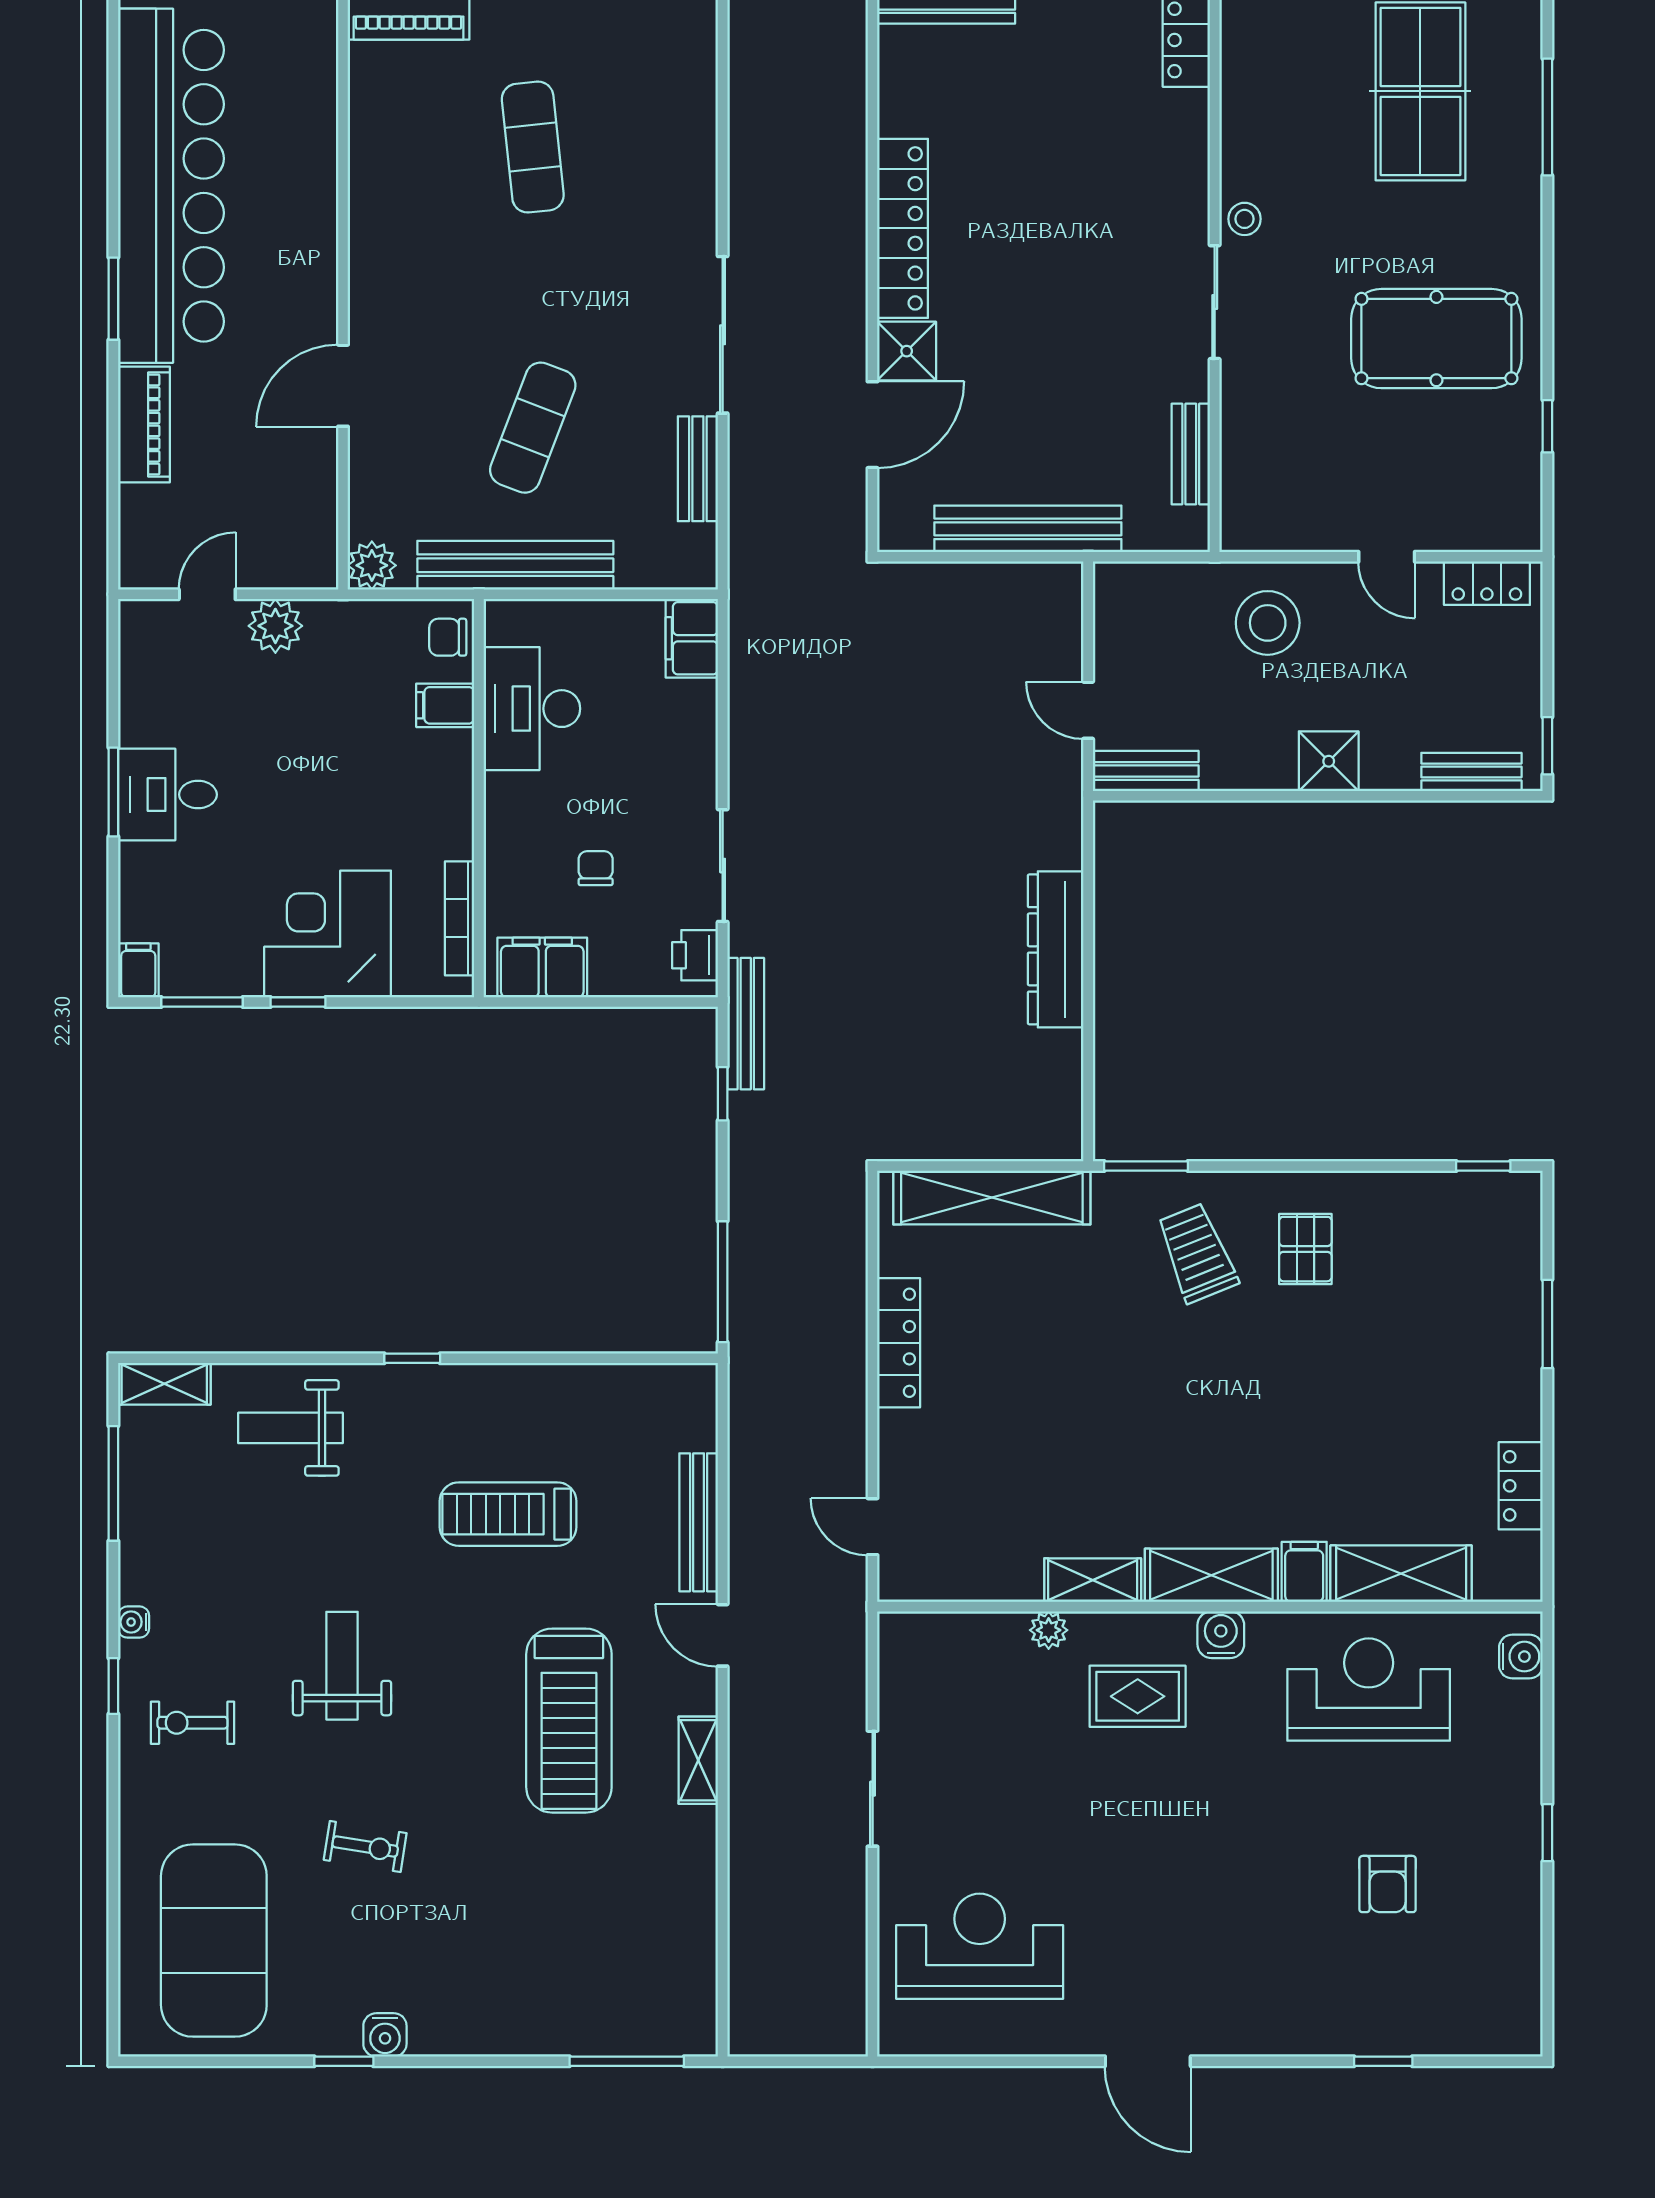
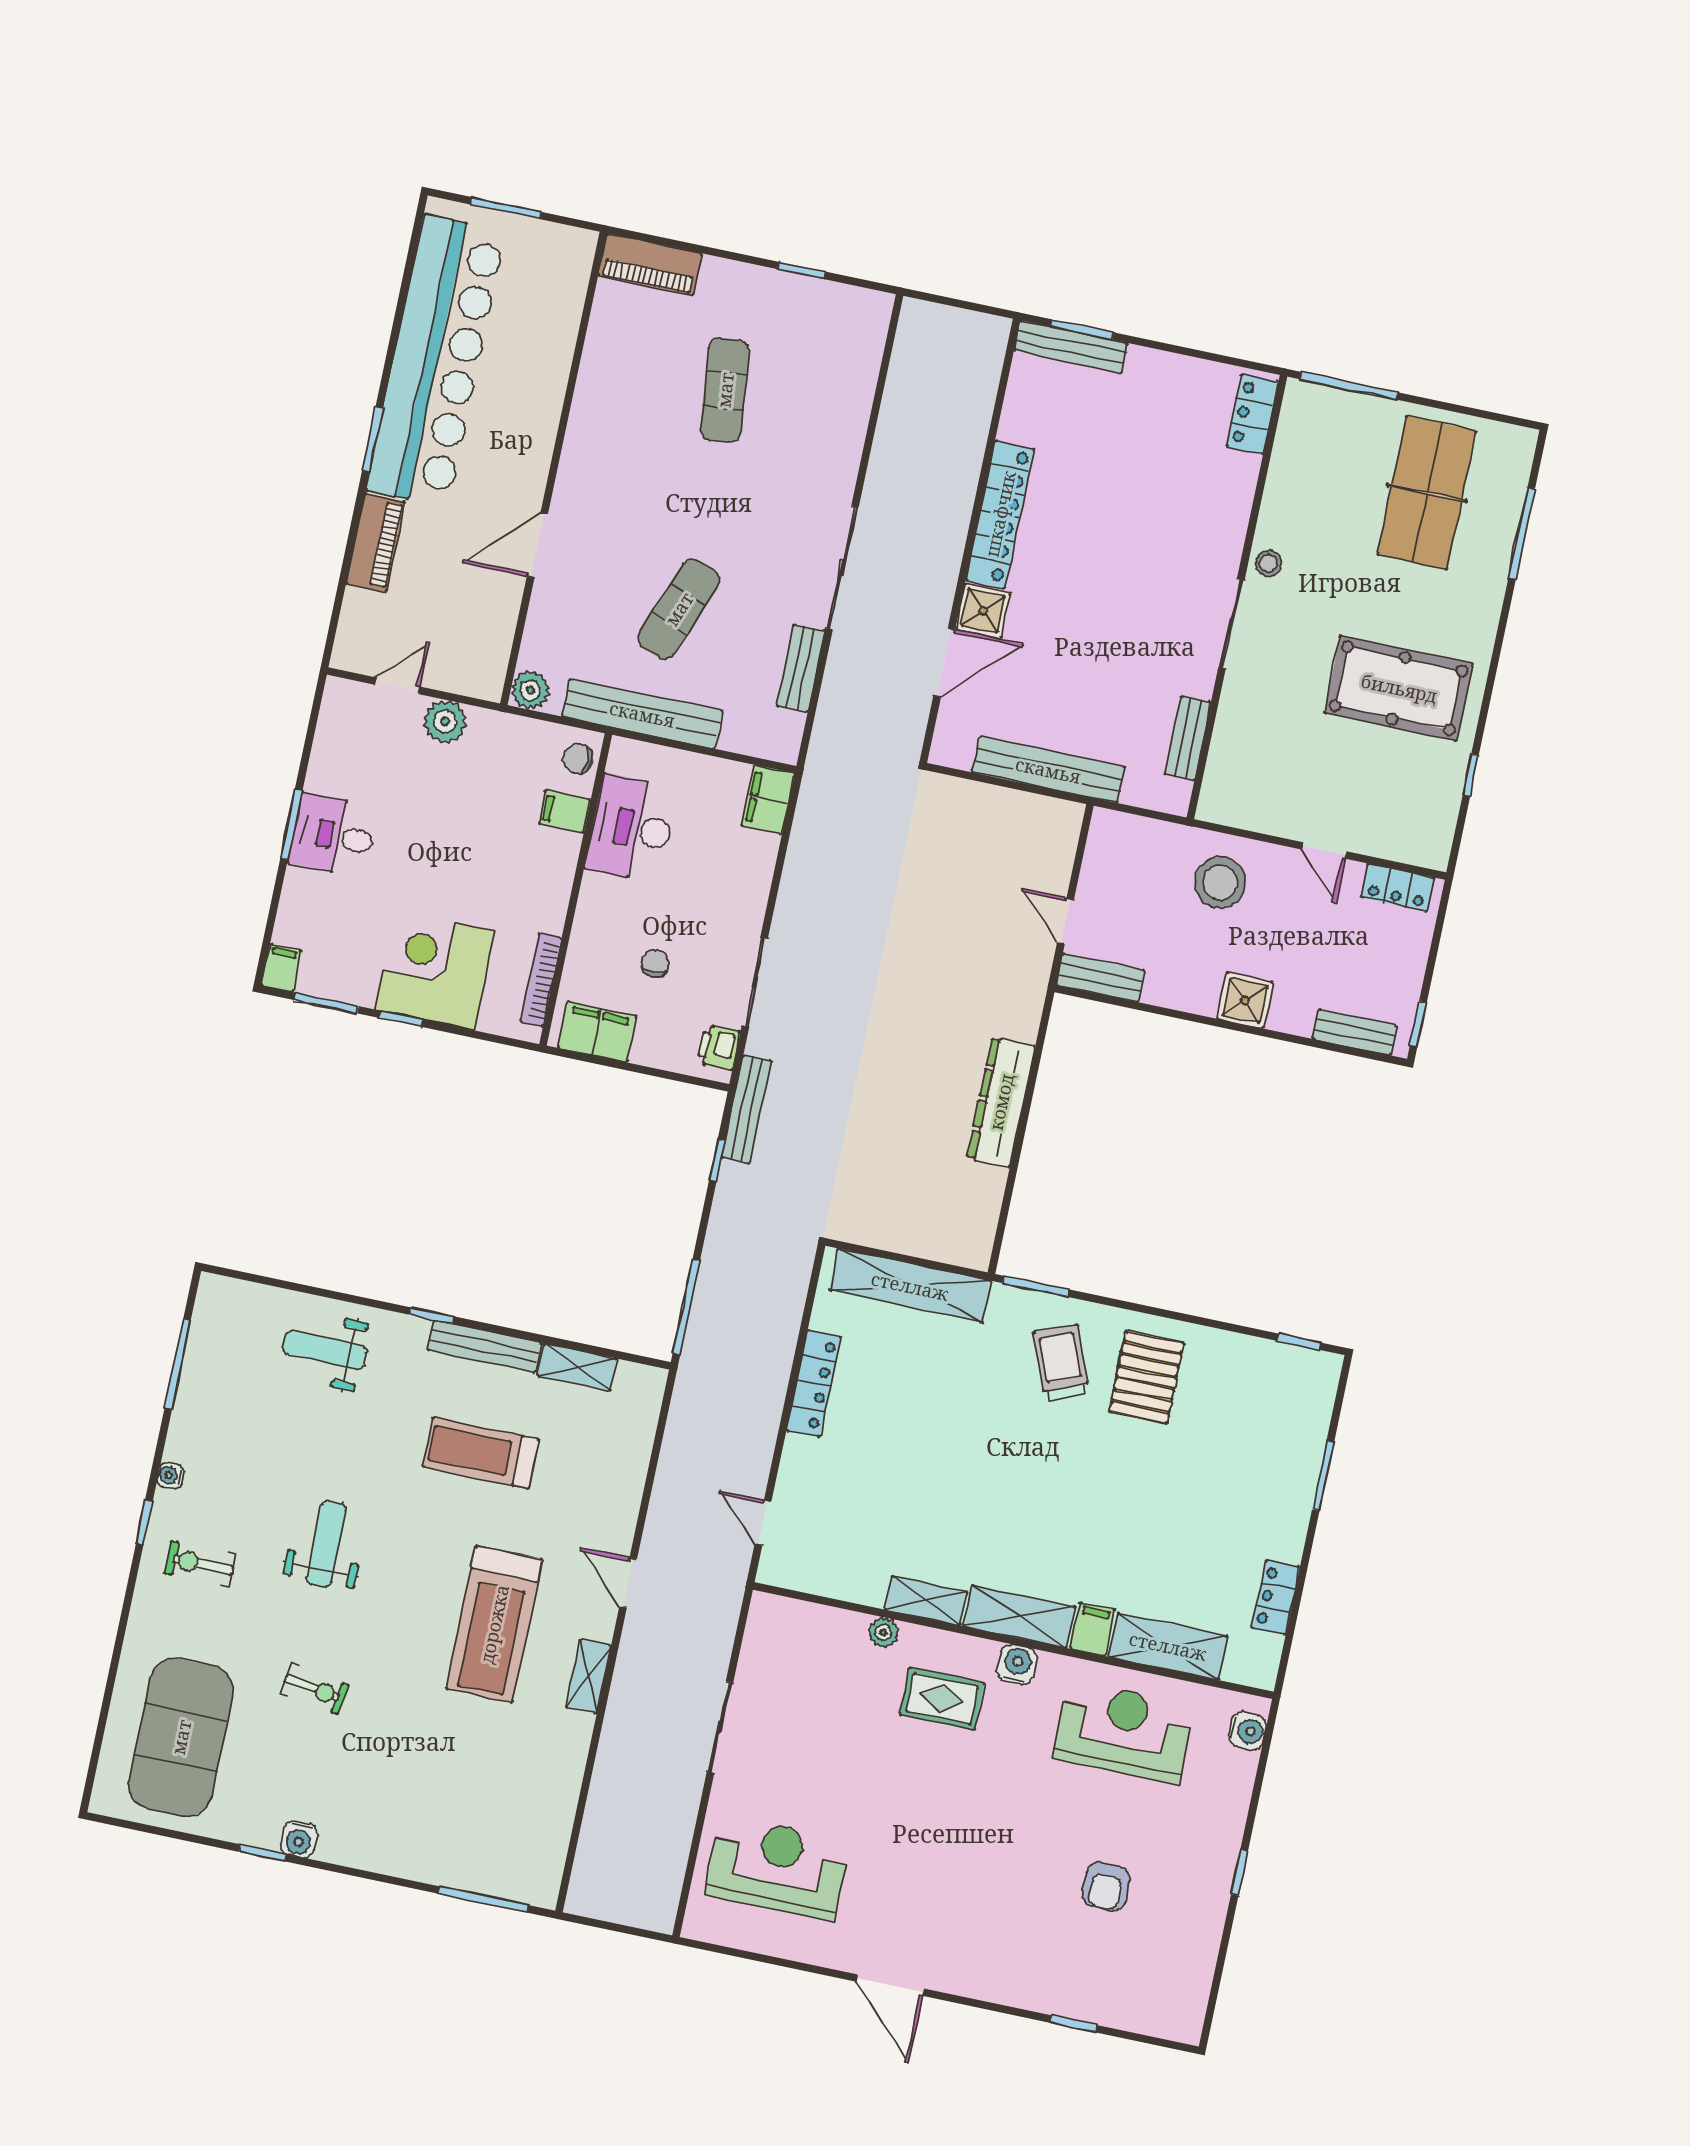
pallet: (1305, 1249) -> (1147, 1377), width x1.50, depth x1.42
shelving: (164, 1384) -> (577, 1367), moved
bench: (699, 1522) -> (485, 1346), moved, turned 90

